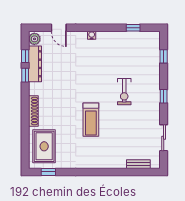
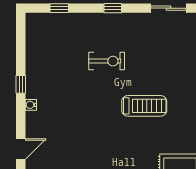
window: (133, 28) -> (21, 84), moved

